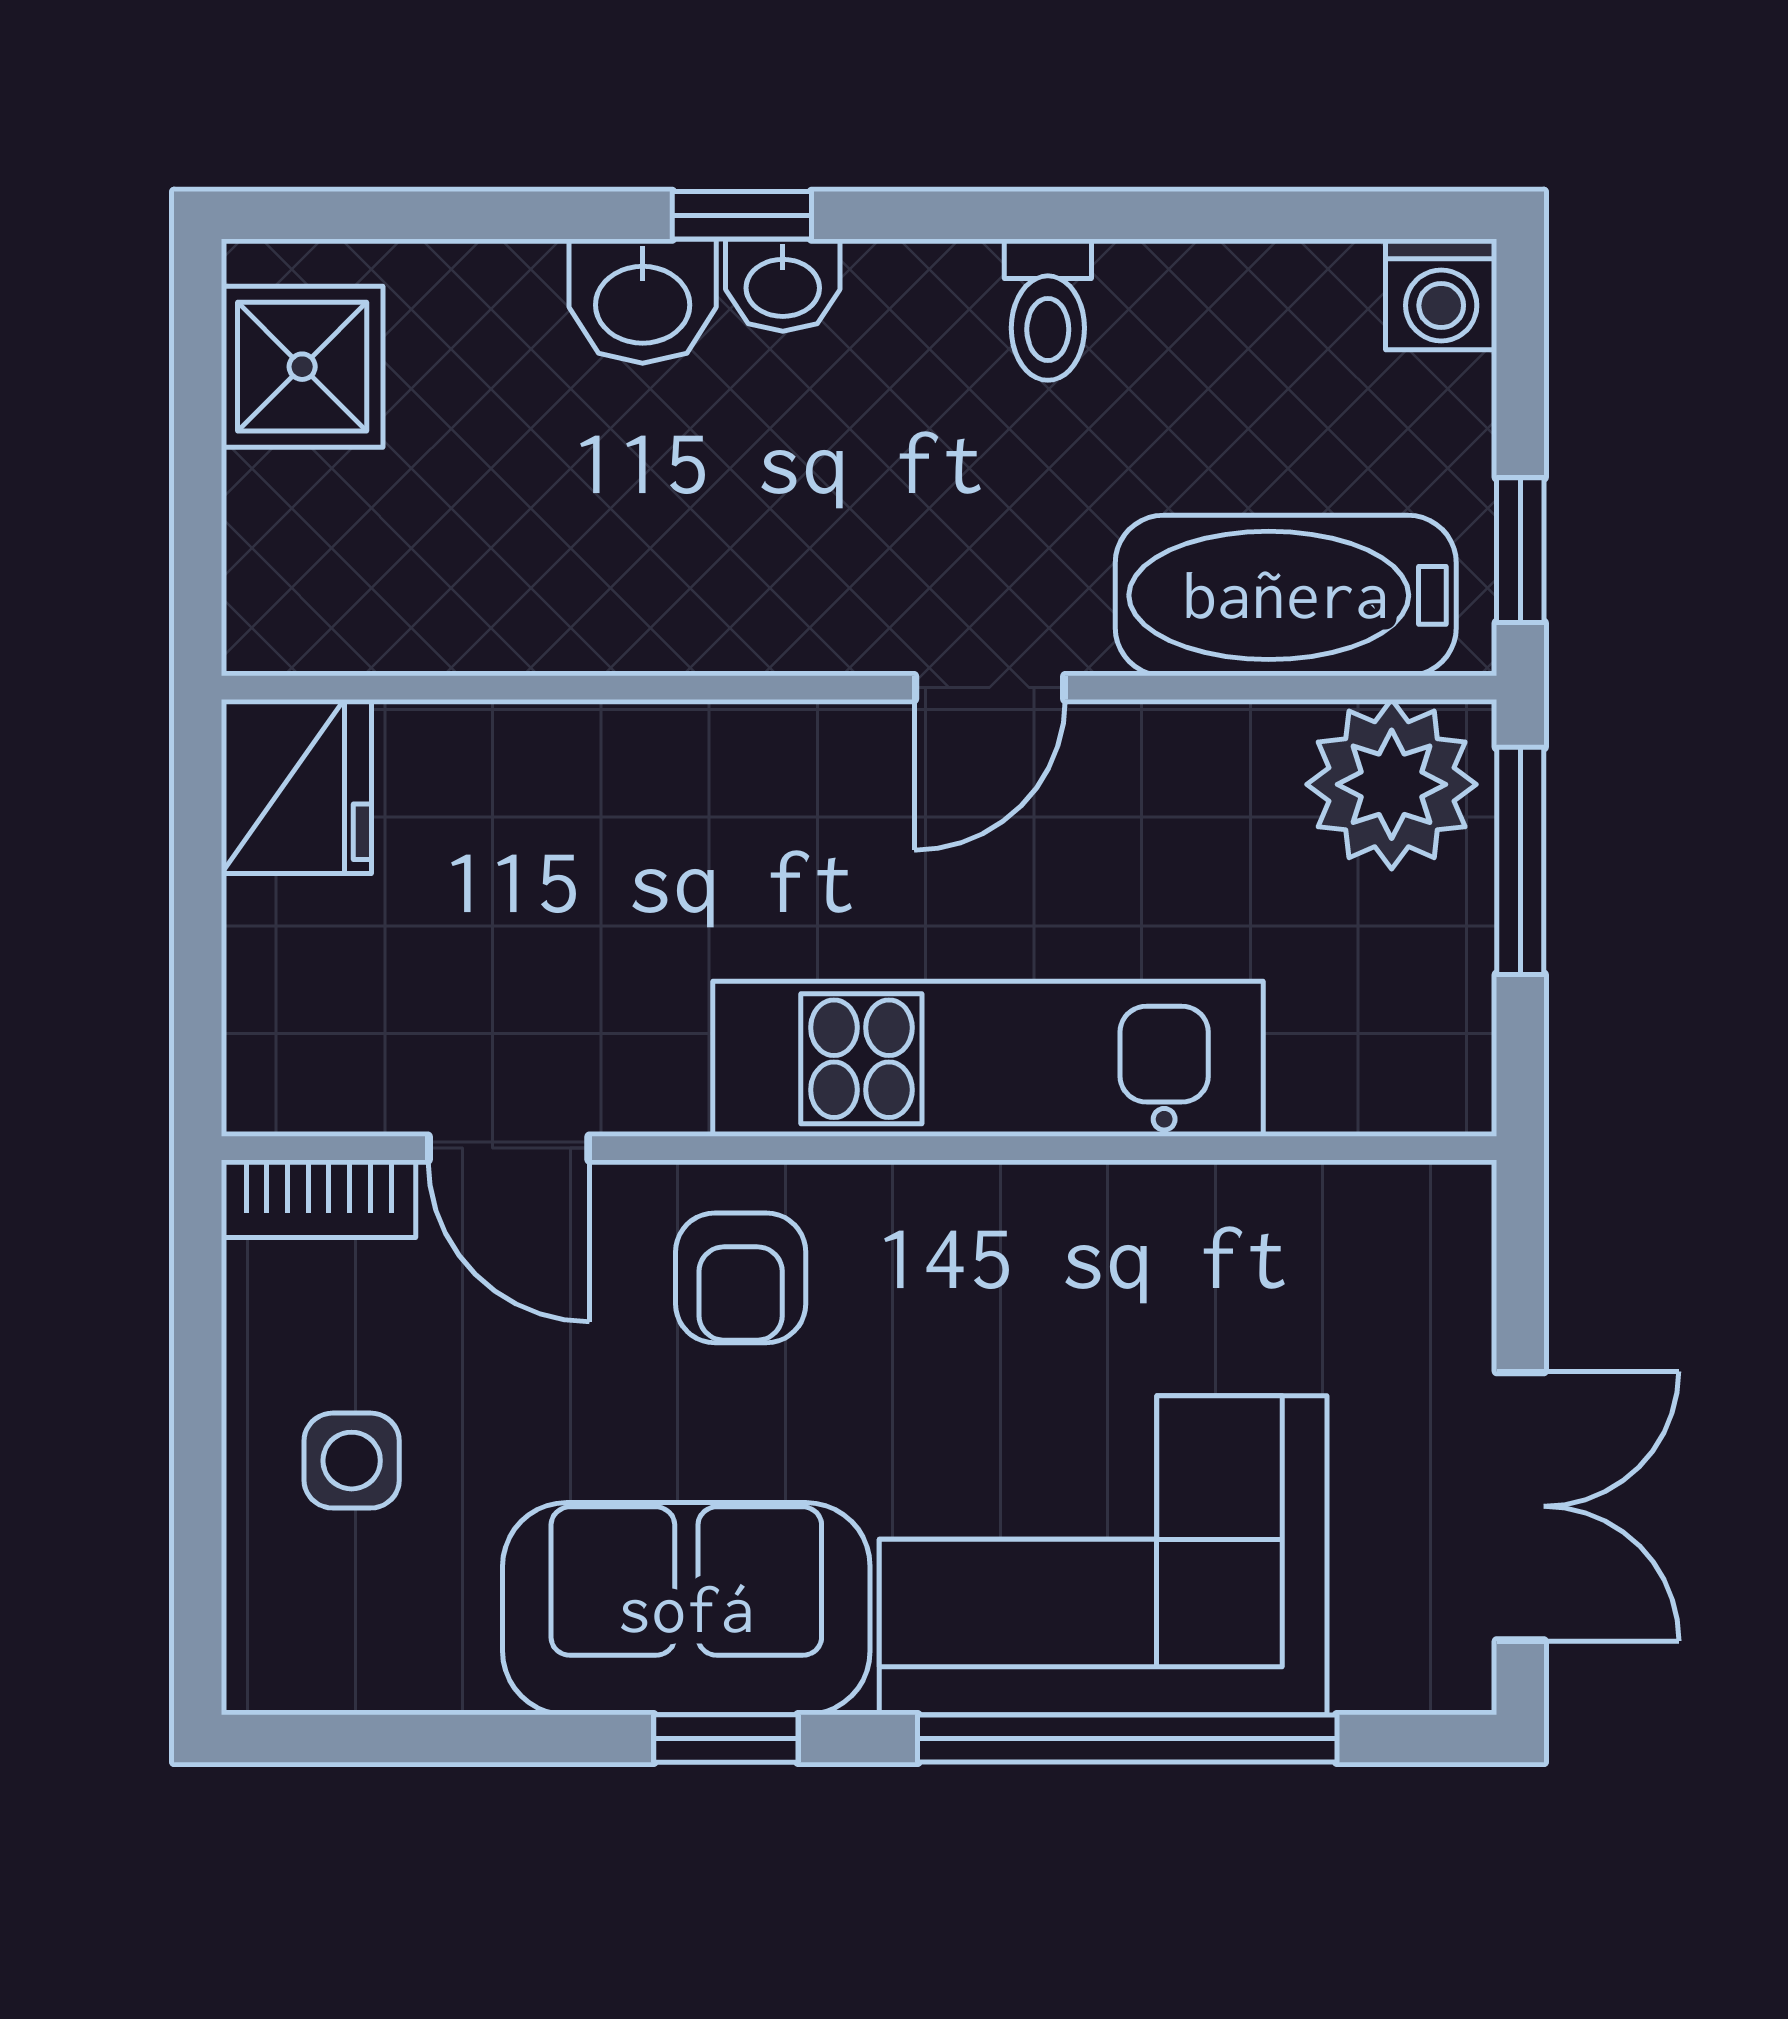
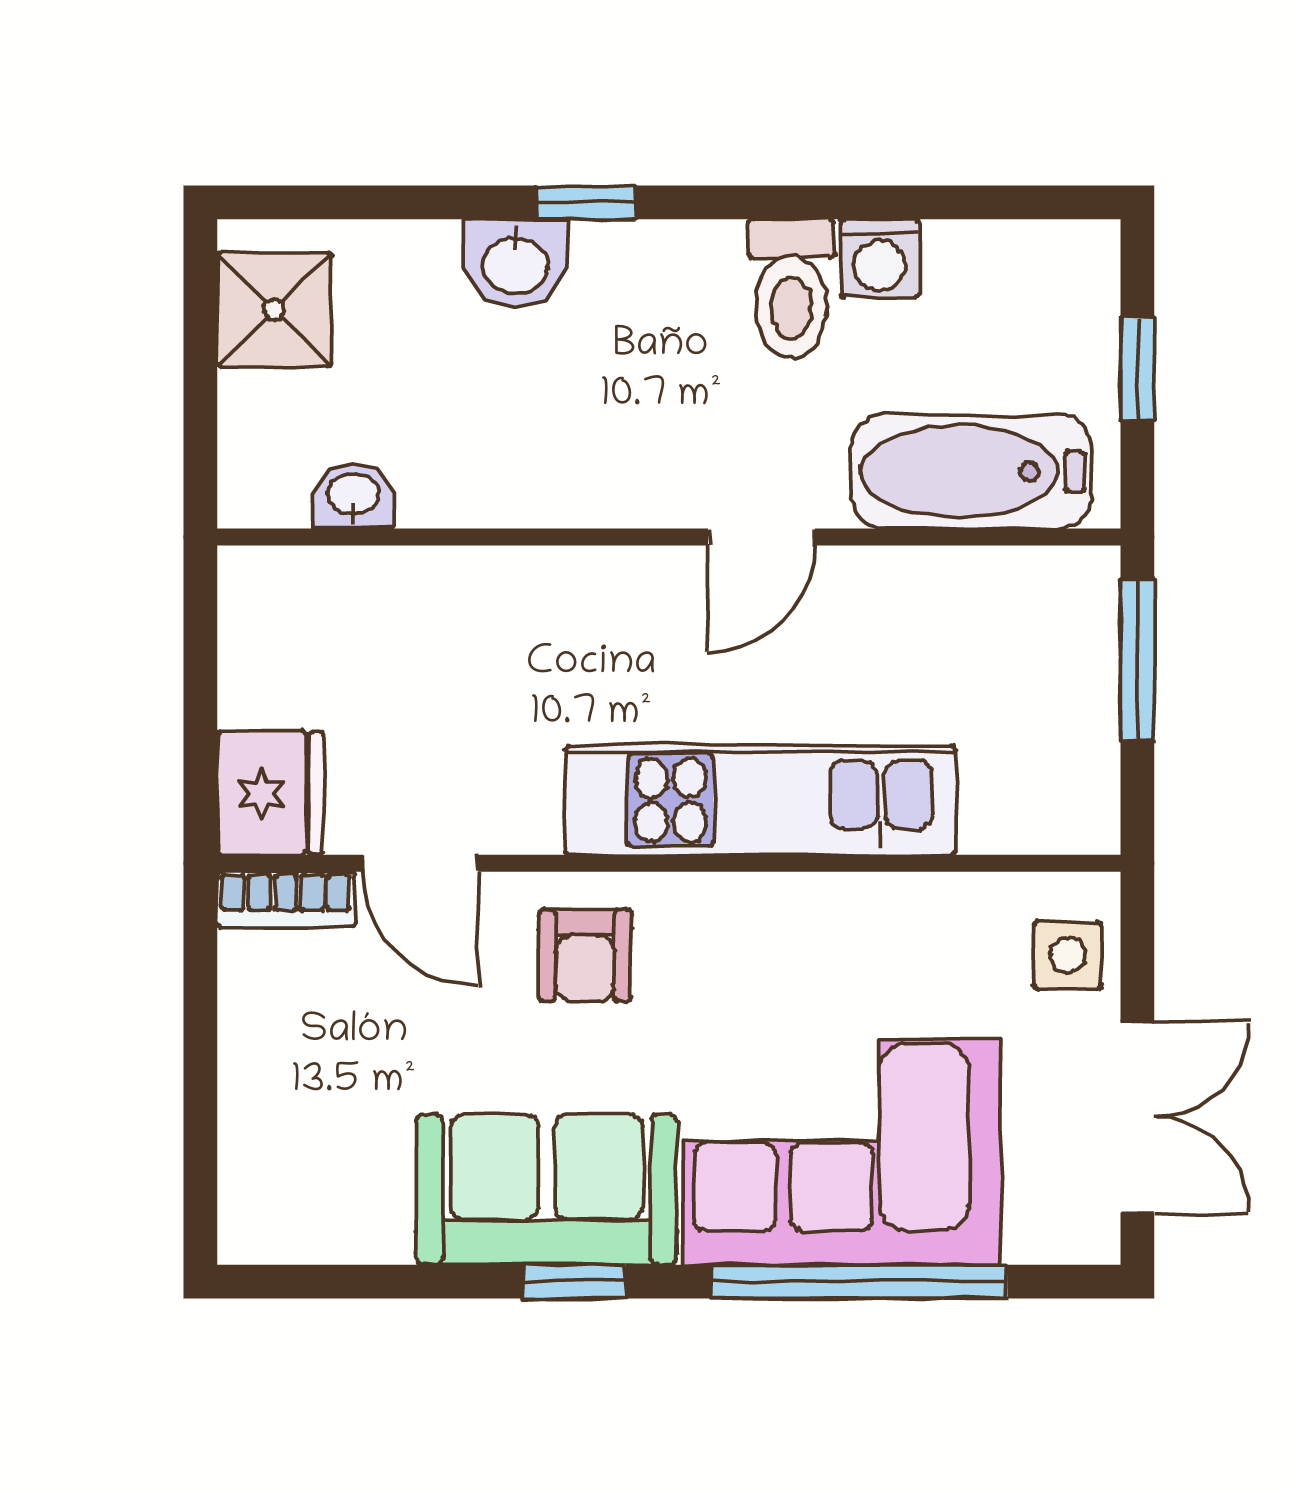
washbasin: (783, 285) -> (353, 496), moved, turned 180
washing machine: (1441, 294) -> (879, 258), moved
toilet: (1048, 310) -> (791, 289), width x1.37, depth x1.39
window: (1520, 550) -> (1137, 369), moved
plant: (1392, 784) -> (1046, 606), removed
fridge: (296, 786) -> (270, 793), moved
side table: (352, 1461) -> (1068, 955), moved

